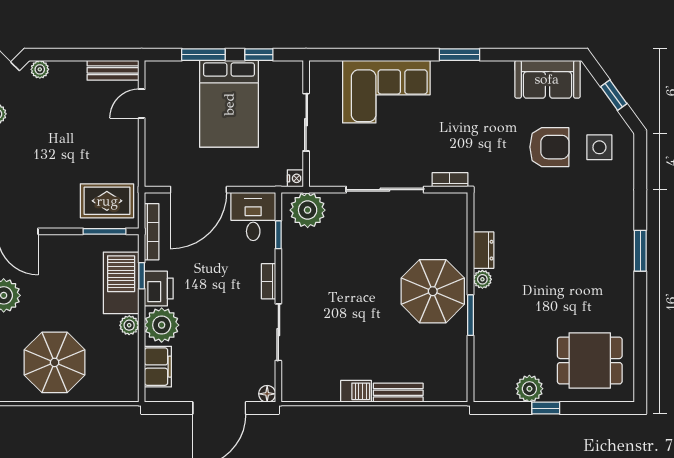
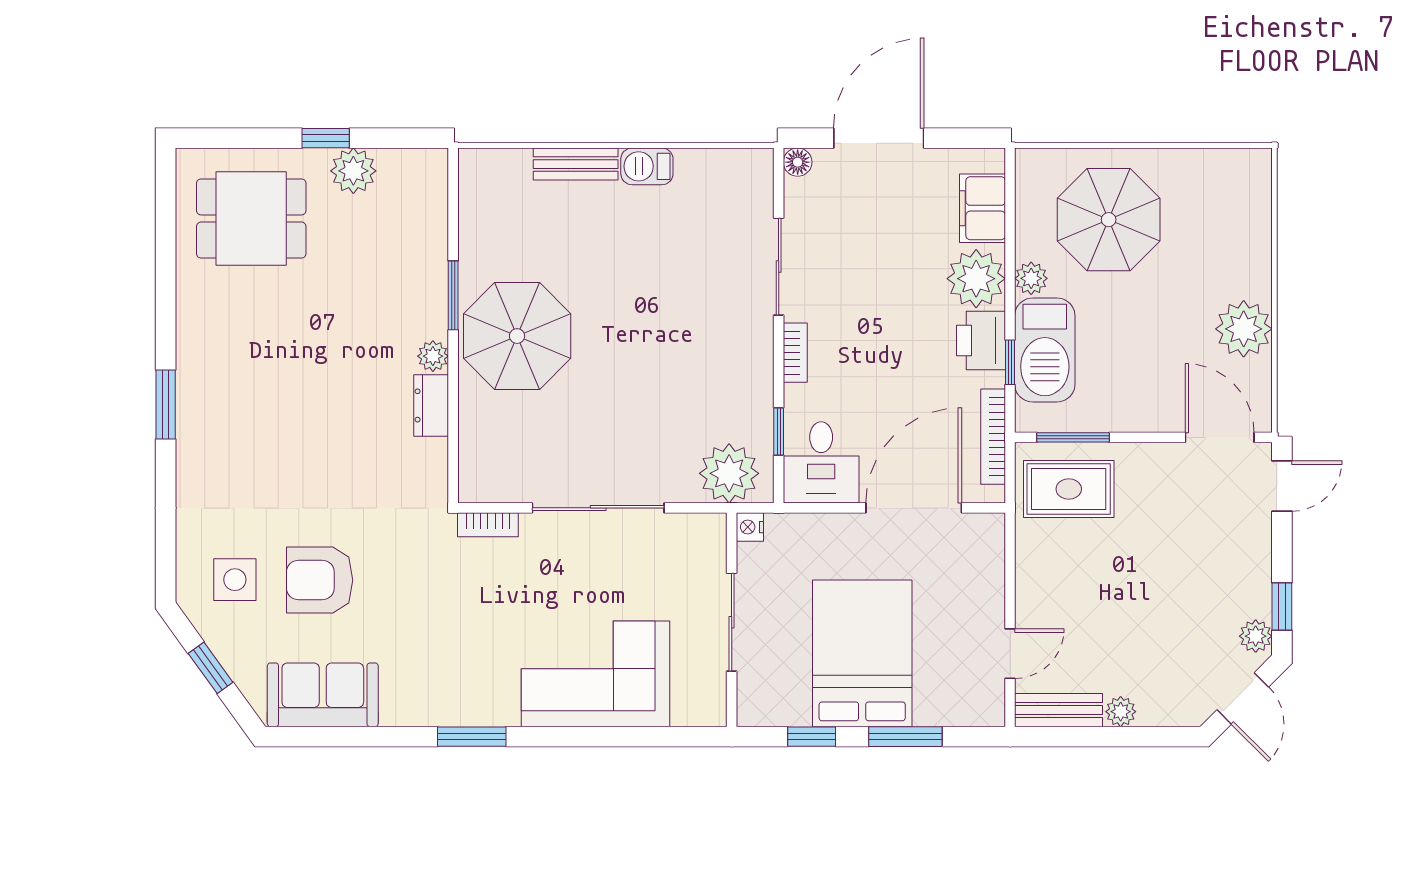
plant: (40, 69) -> (1121, 712), moved
parasol: (55, 362) -> (1109, 220), moved

